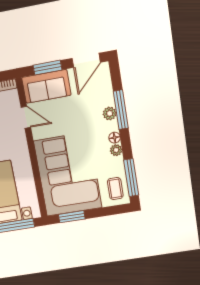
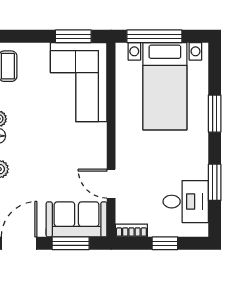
corner sofa: (68, 174) -> (79, 82), width x0.73, depth x0.74

